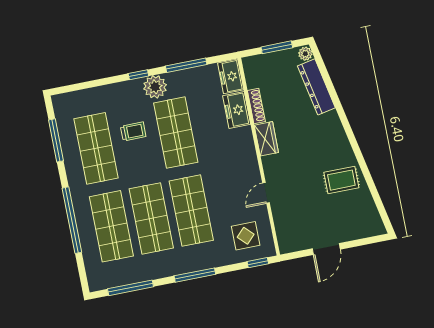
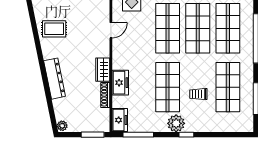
window: (277, 47) -> (93, 135), moved
window: (186, 65) -> (138, 135), moved
dresser: (316, 87) -> (55, 79), moved
freezer: (237, 110) -> (120, 83), moved

